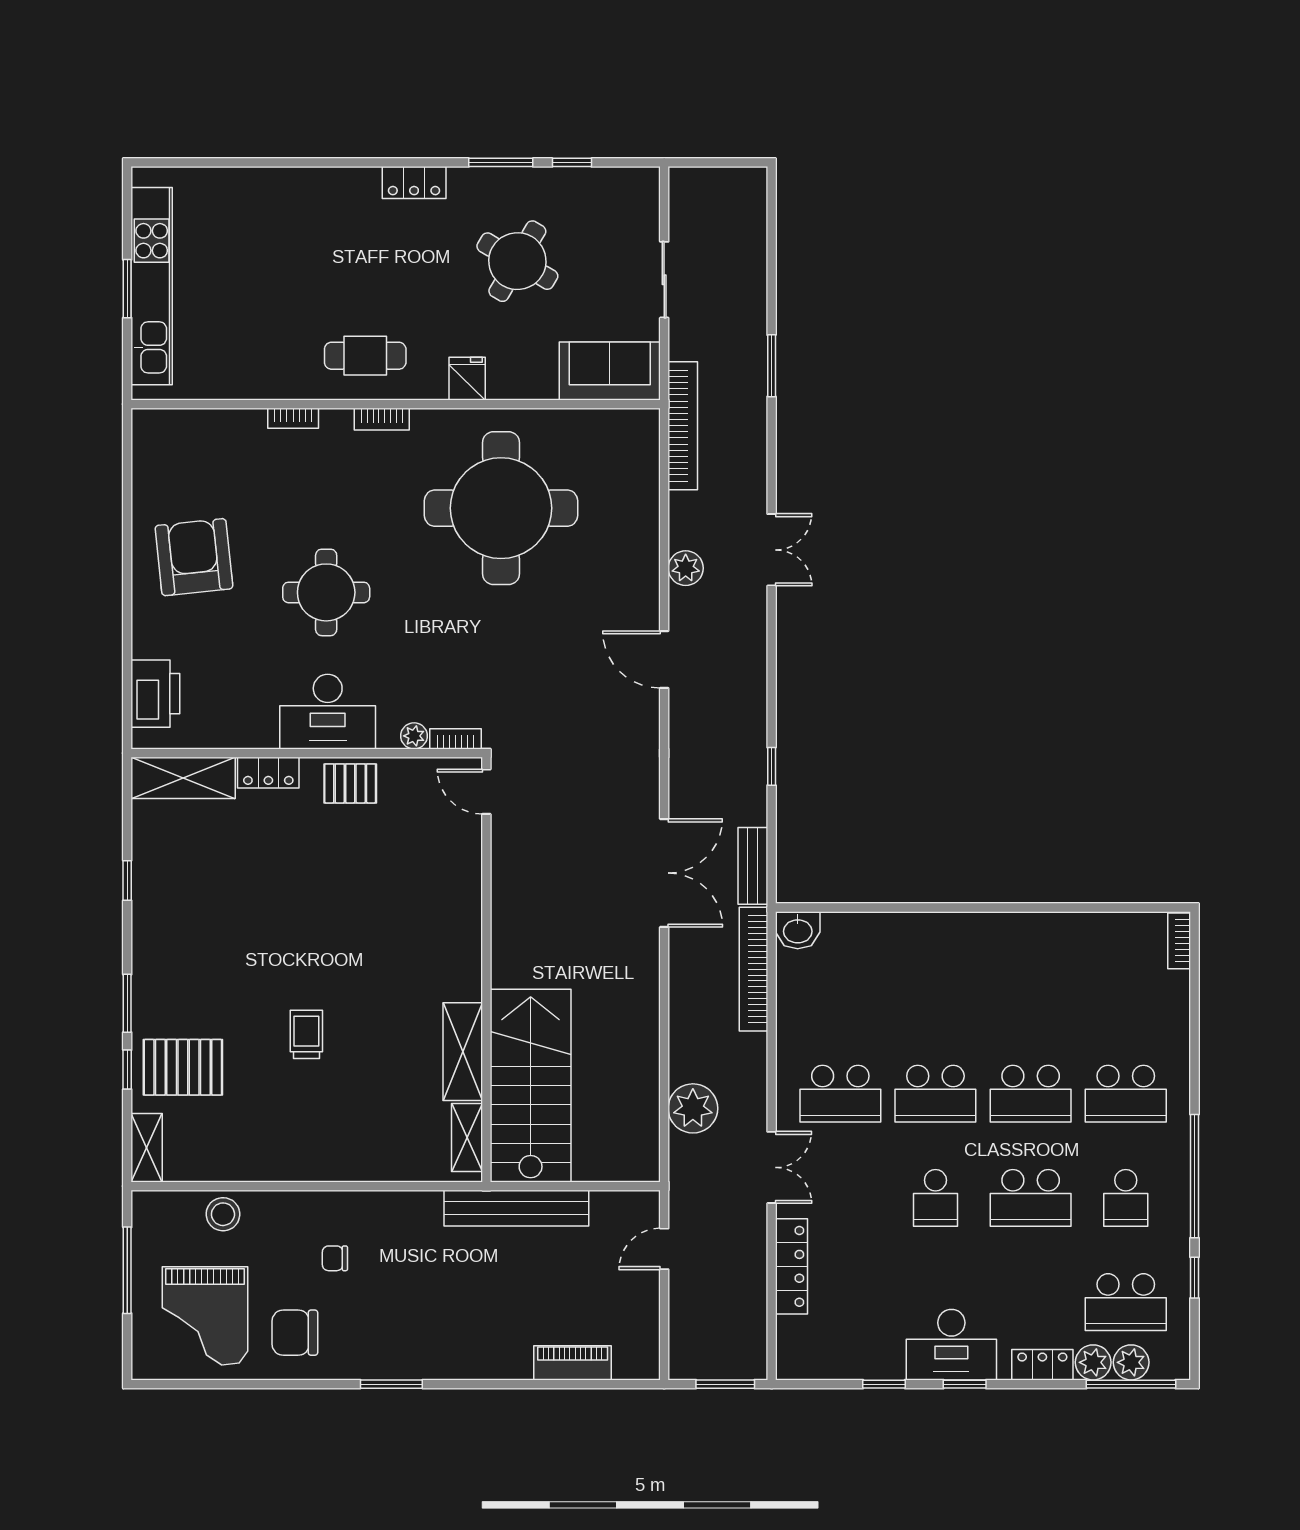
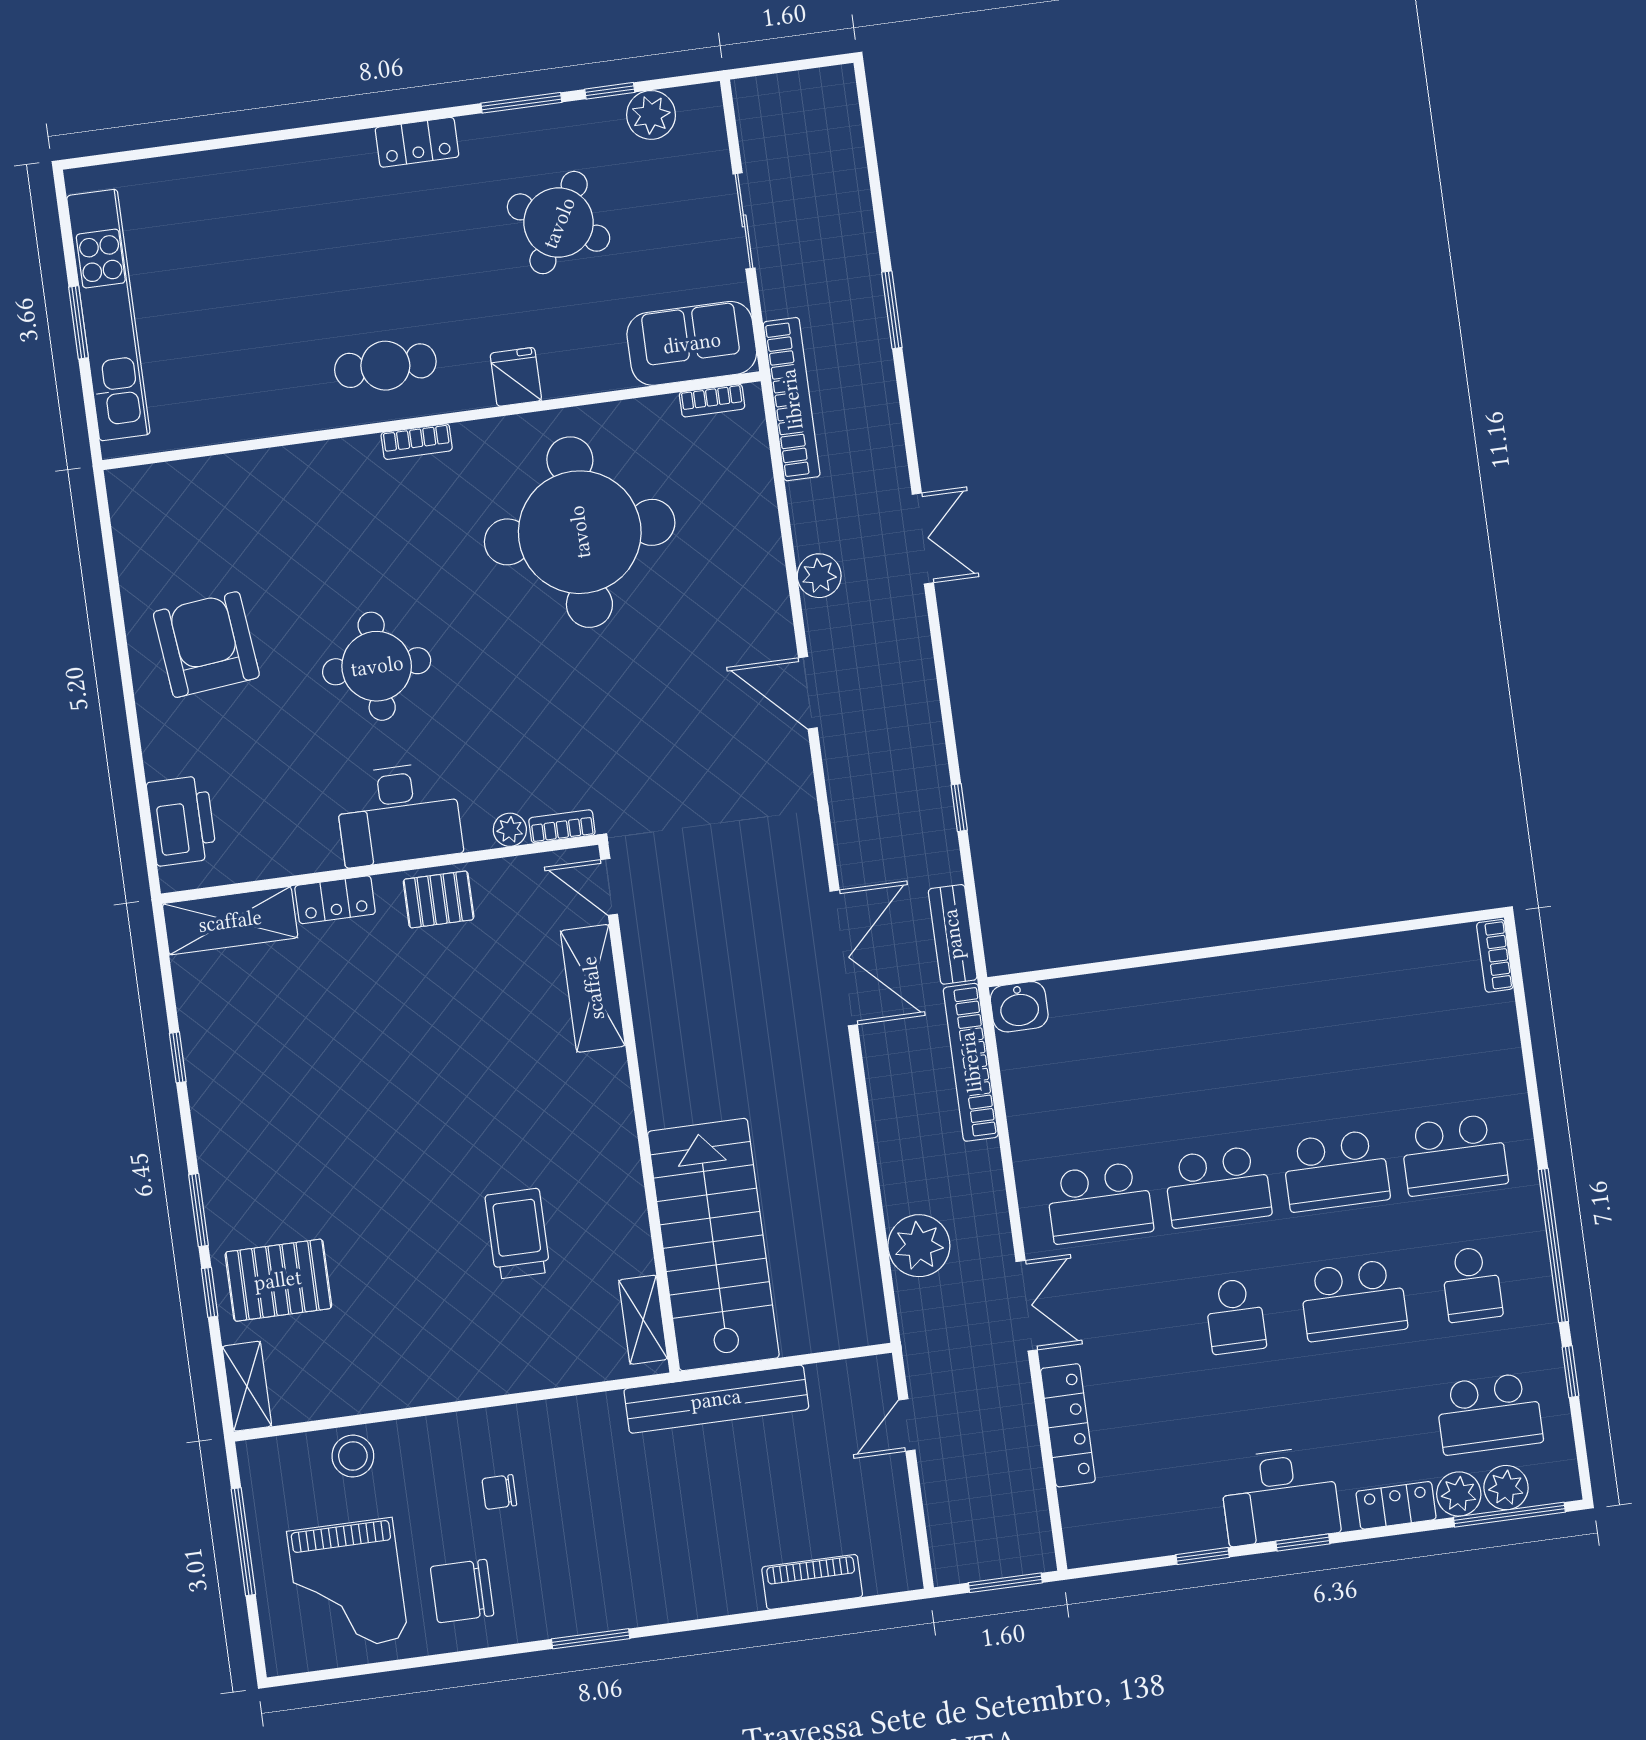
plant: (602, 186) -> (651, 115), added
bookcase: (293, 418) -> (712, 401), moved
trolley: (306, 1034) -> (518, 1234), moved, width x1.36, depth x1.39
shelving: (463, 1052) -> (593, 988), moved

